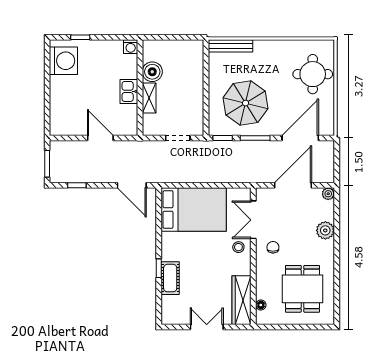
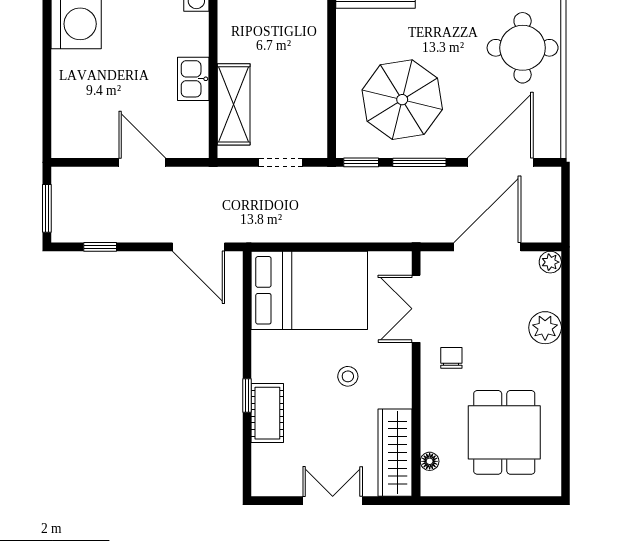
boiler: (152, 72) -> (235, 44), removed
shelving: (149, 98) -> (234, 104), width x1.50, depth x1.33
stool: (238, 247) -> (348, 376), moved

